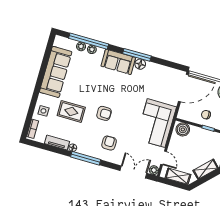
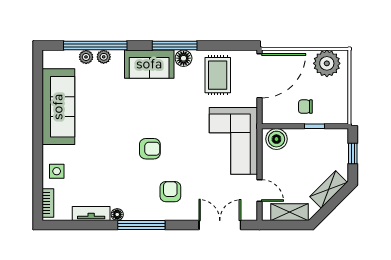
rug: (71, 111) -> (218, 75), moved, turned 90
plant: (154, 170) -> (250, 213), removed

